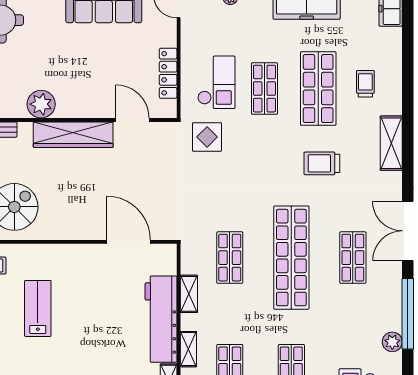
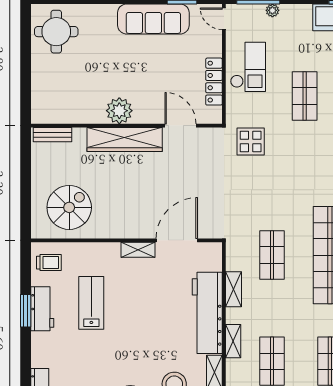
checkout: (216, 82) -> (248, 67), moved
plant: (41, 104) -> (119, 111), moved
door: (129, 242) -> (177, 240), hinge flipped
shelving: (87, 252) -> (138, 250), added

